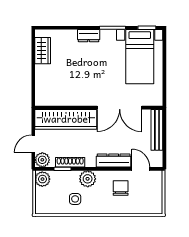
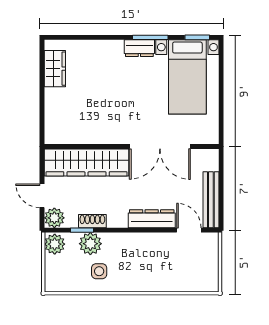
dresser: (89, 36) -> (139, 48), moved
bench: (157, 130) -> (211, 200), moved
door: (33, 144) -> (42, 196), hinge flipped
shoe rack: (70, 162) -> (92, 221), width x0.70
plant: (88, 179) -> (90, 244), moved
chair: (121, 188) -> (161, 256), removed

